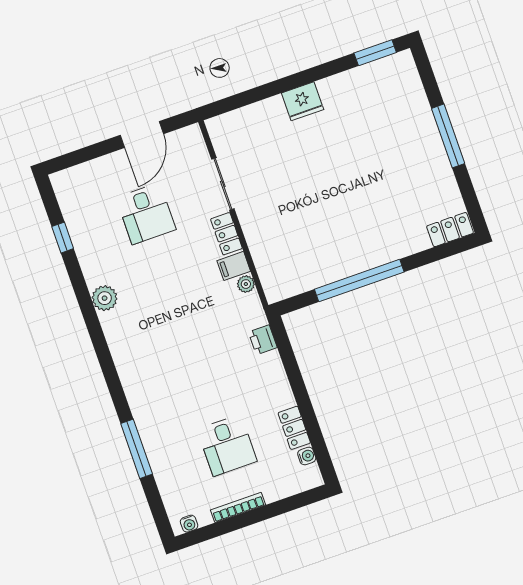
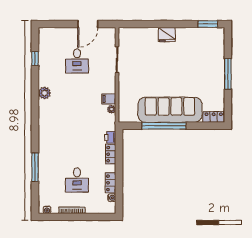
locker: (226, 234) -> (111, 154), moved
sofa: (360, 245) -> (170, 110), added

